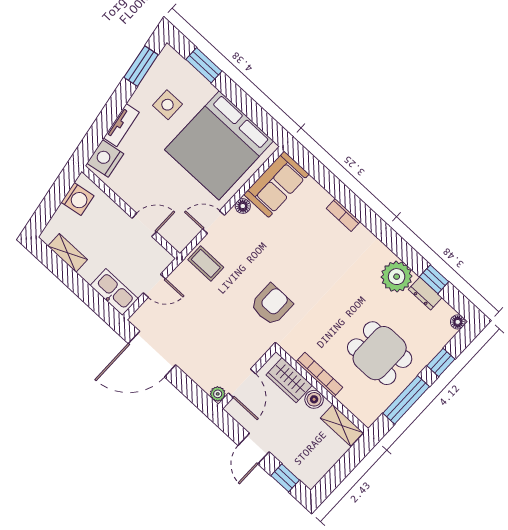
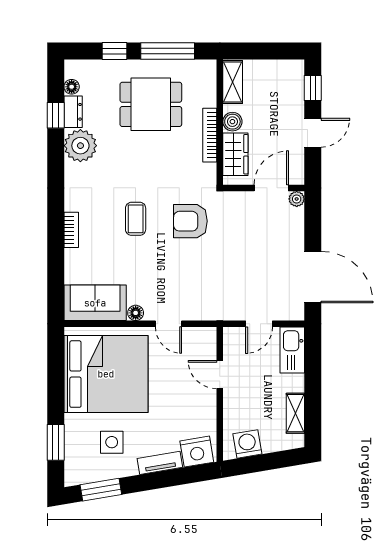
coffee table: (206, 263) -> (136, 219), moved
door: (154, 286) -> (259, 324), swing flipped
floor lamp: (458, 322) -> (72, 87), moved
dining table: (380, 353) -> (151, 104), turned 90

